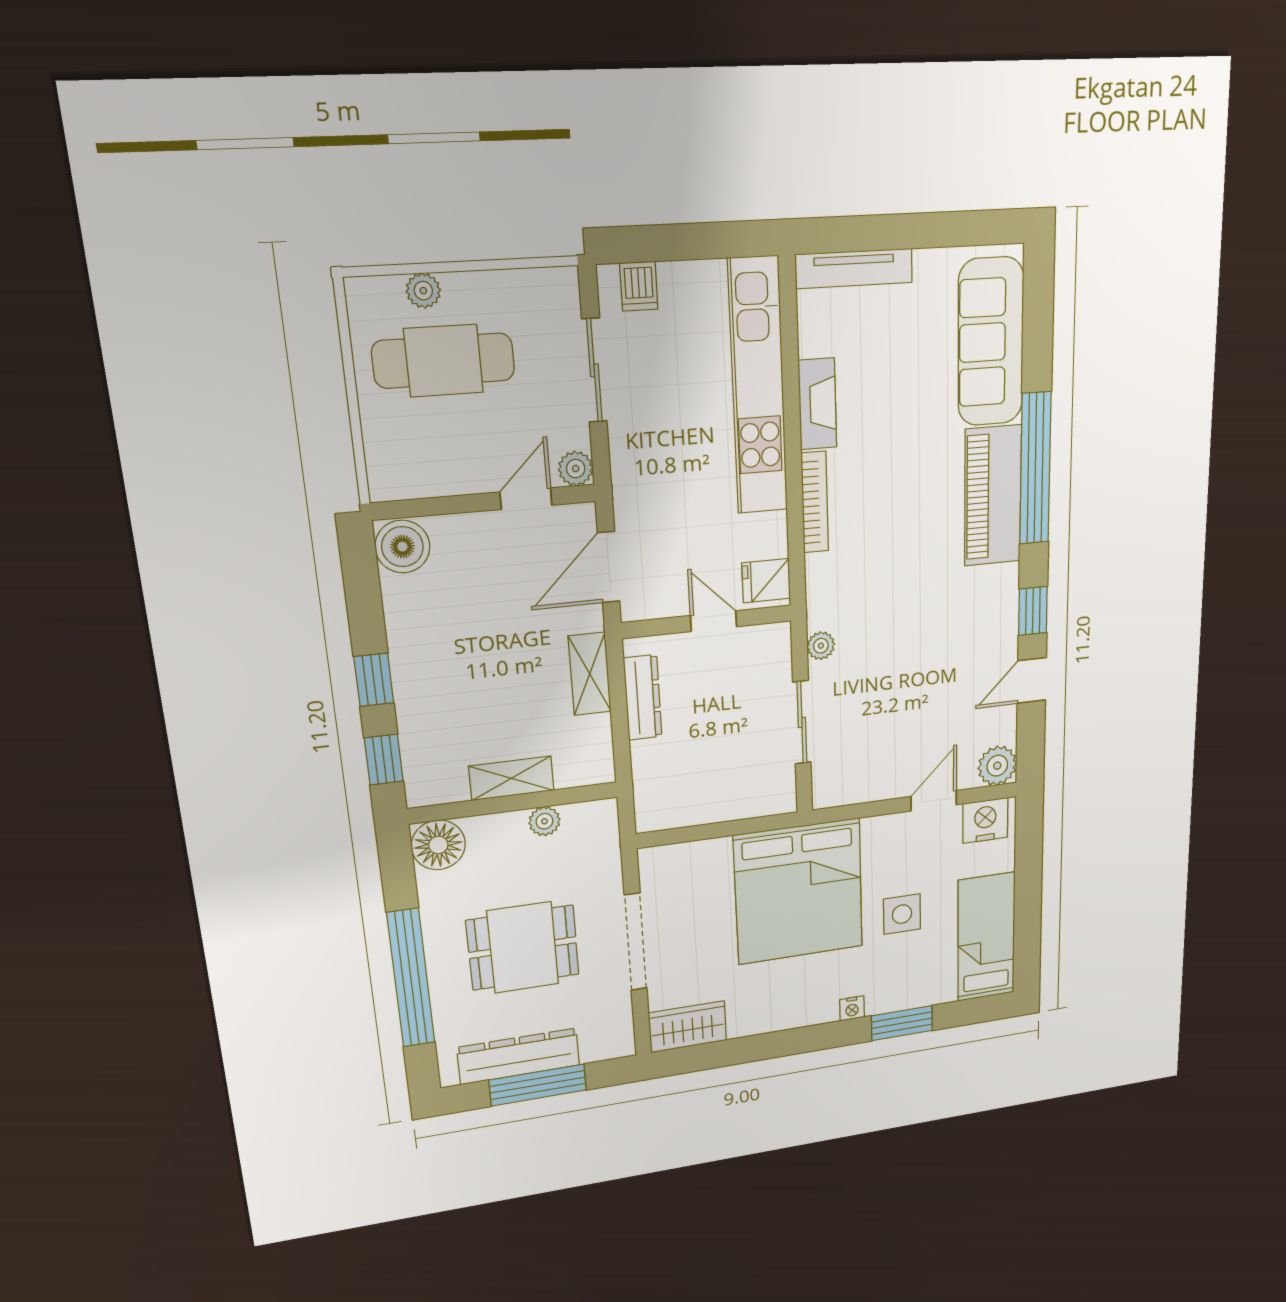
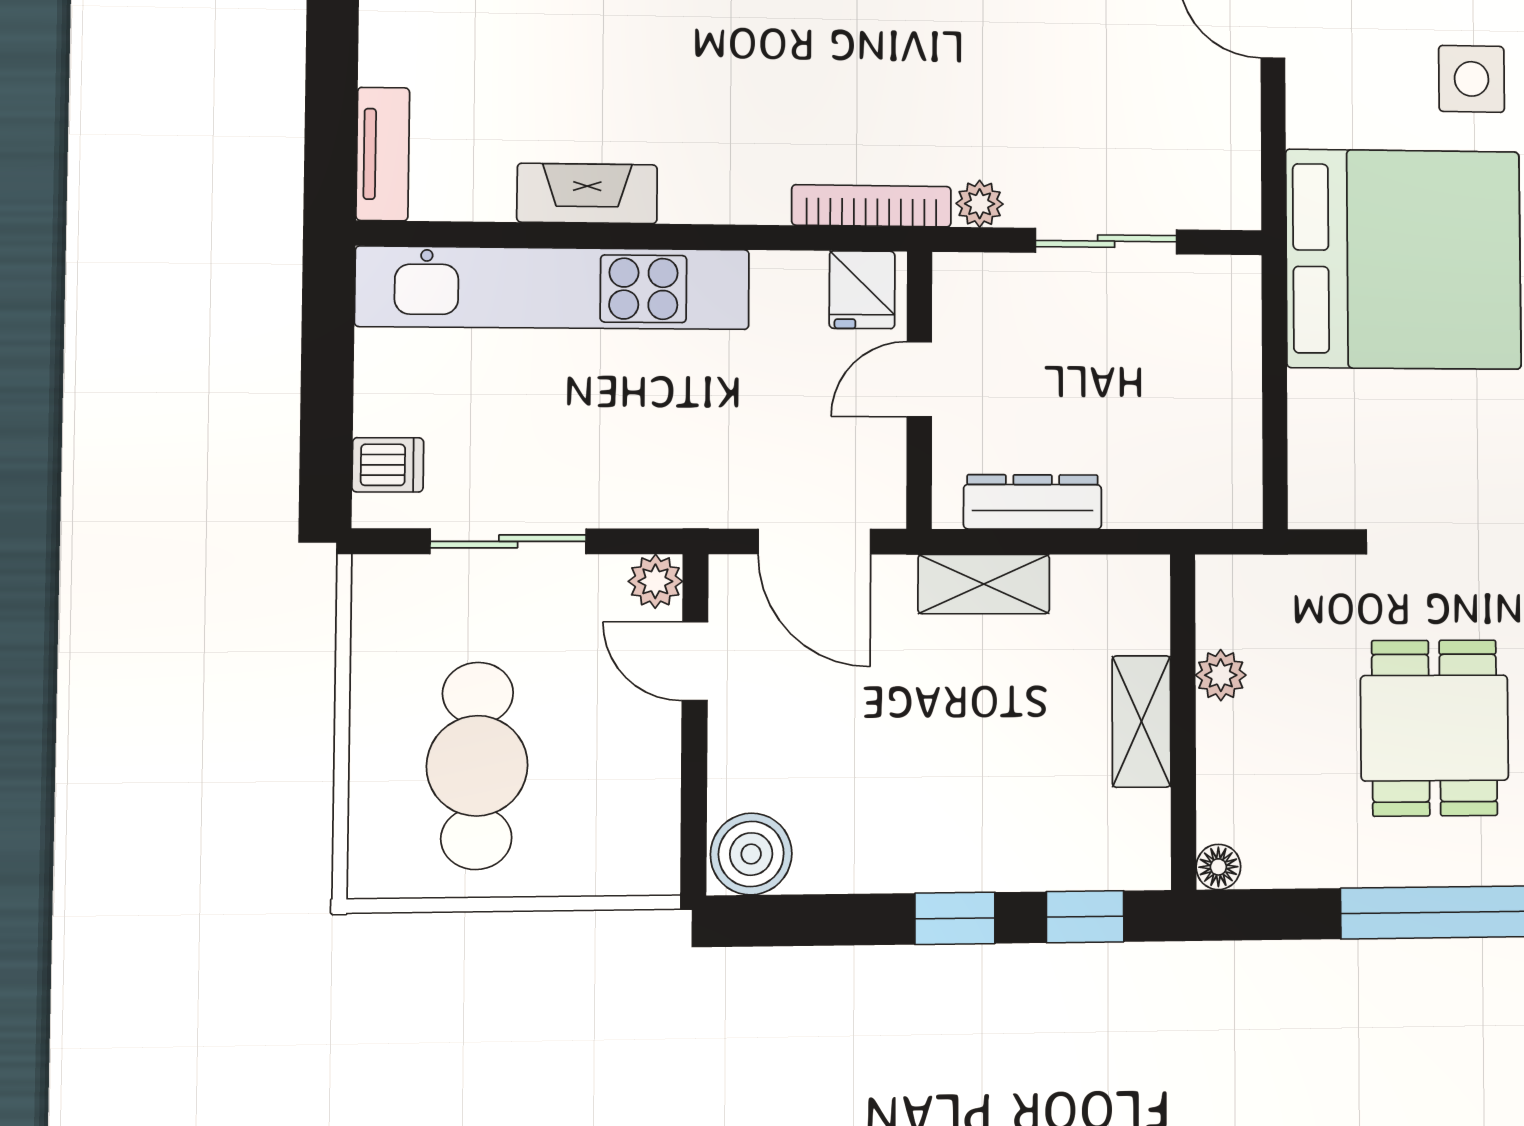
tv unit: (854, 268) -> (383, 154), width x0.71
plant: (423, 291) -> (373, 785), removed
bookcase: (815, 502) -> (871, 206), moved
floor lamp: (438, 845) -> (1218, 867), width x0.53, depth x0.53

